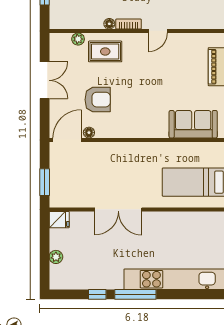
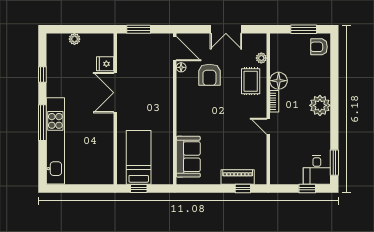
floor lamp: (109, 24) -> (279, 81), width x1.89, depth x1.89
fridge: (59, 220) -> (105, 64), moved, turned 90
window: (135, 294) -> (42, 123), moved

